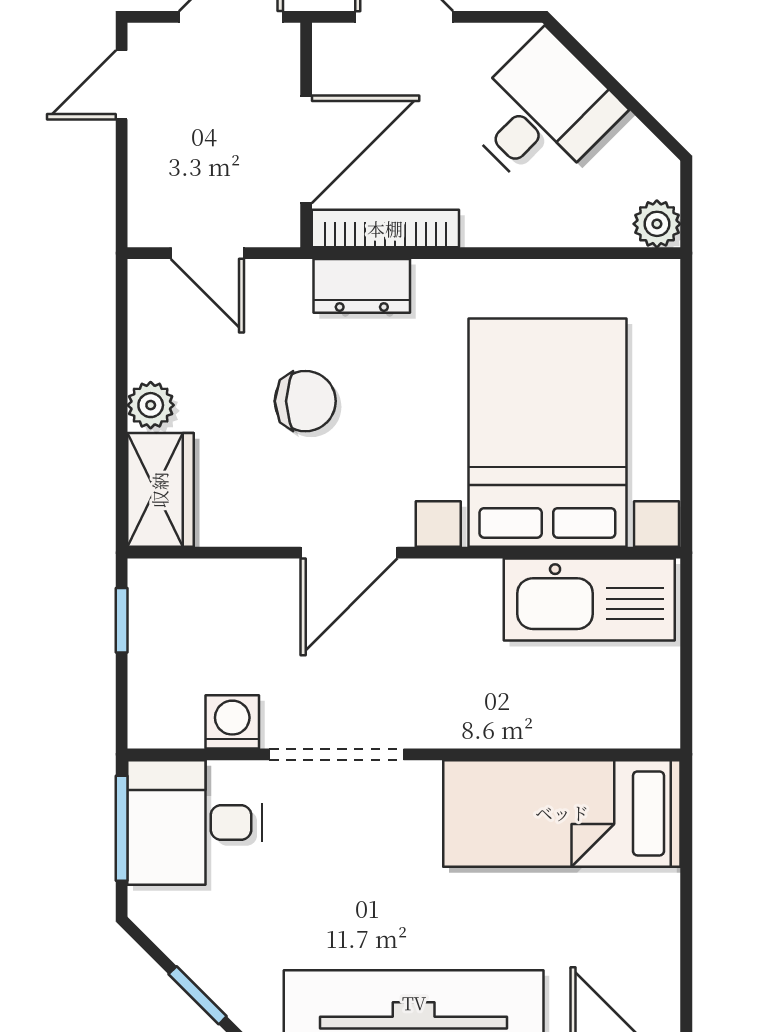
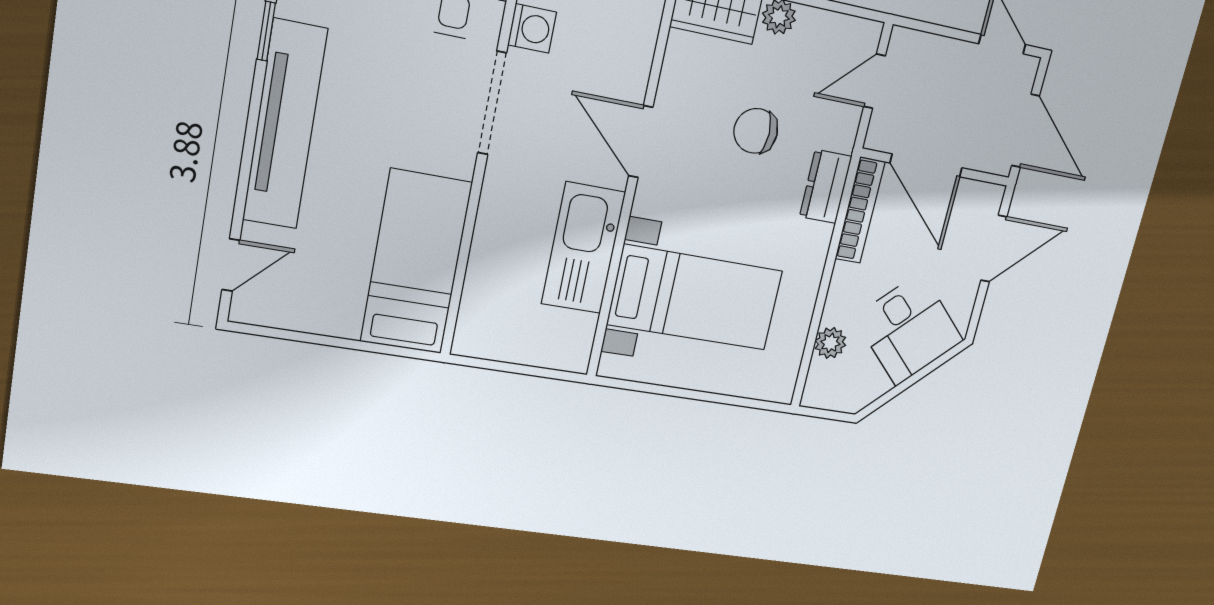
plant: (657, 224) -> (830, 343), moved
chair: (305, 401) -> (756, 131), turned 90
bed with nightstands: (547, 433) -> (695, 298), width x0.73
kitchen sink: (589, 599) -> (583, 248), moved

